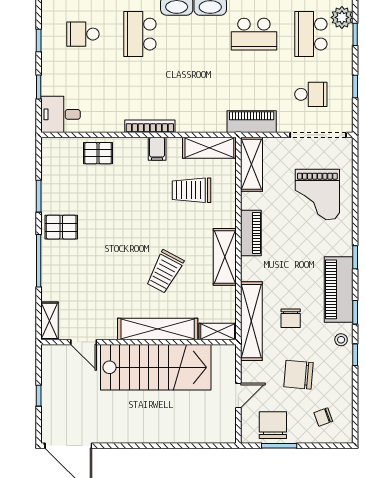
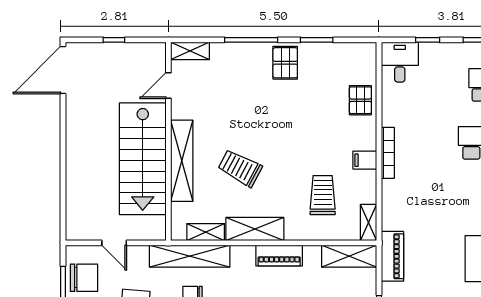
shelving: (209, 148) -> (369, 222), width x0.67, depth x0.75
shelving: (218, 332) -> (206, 232), moved, turned 90

